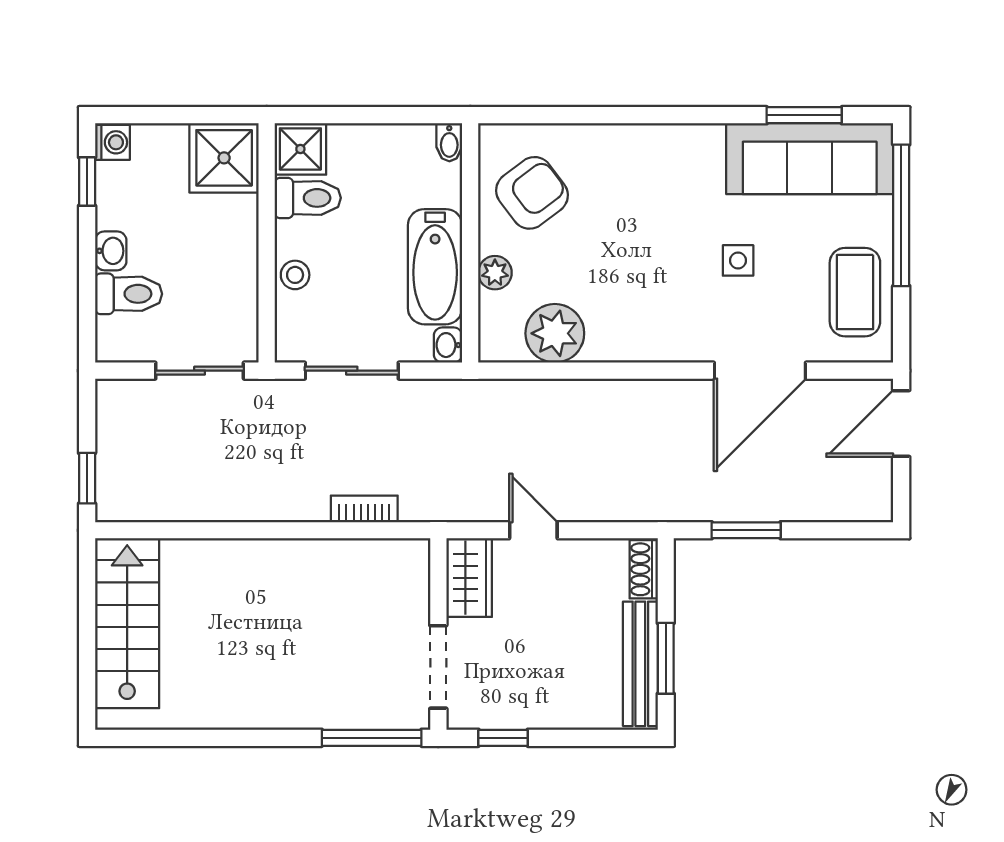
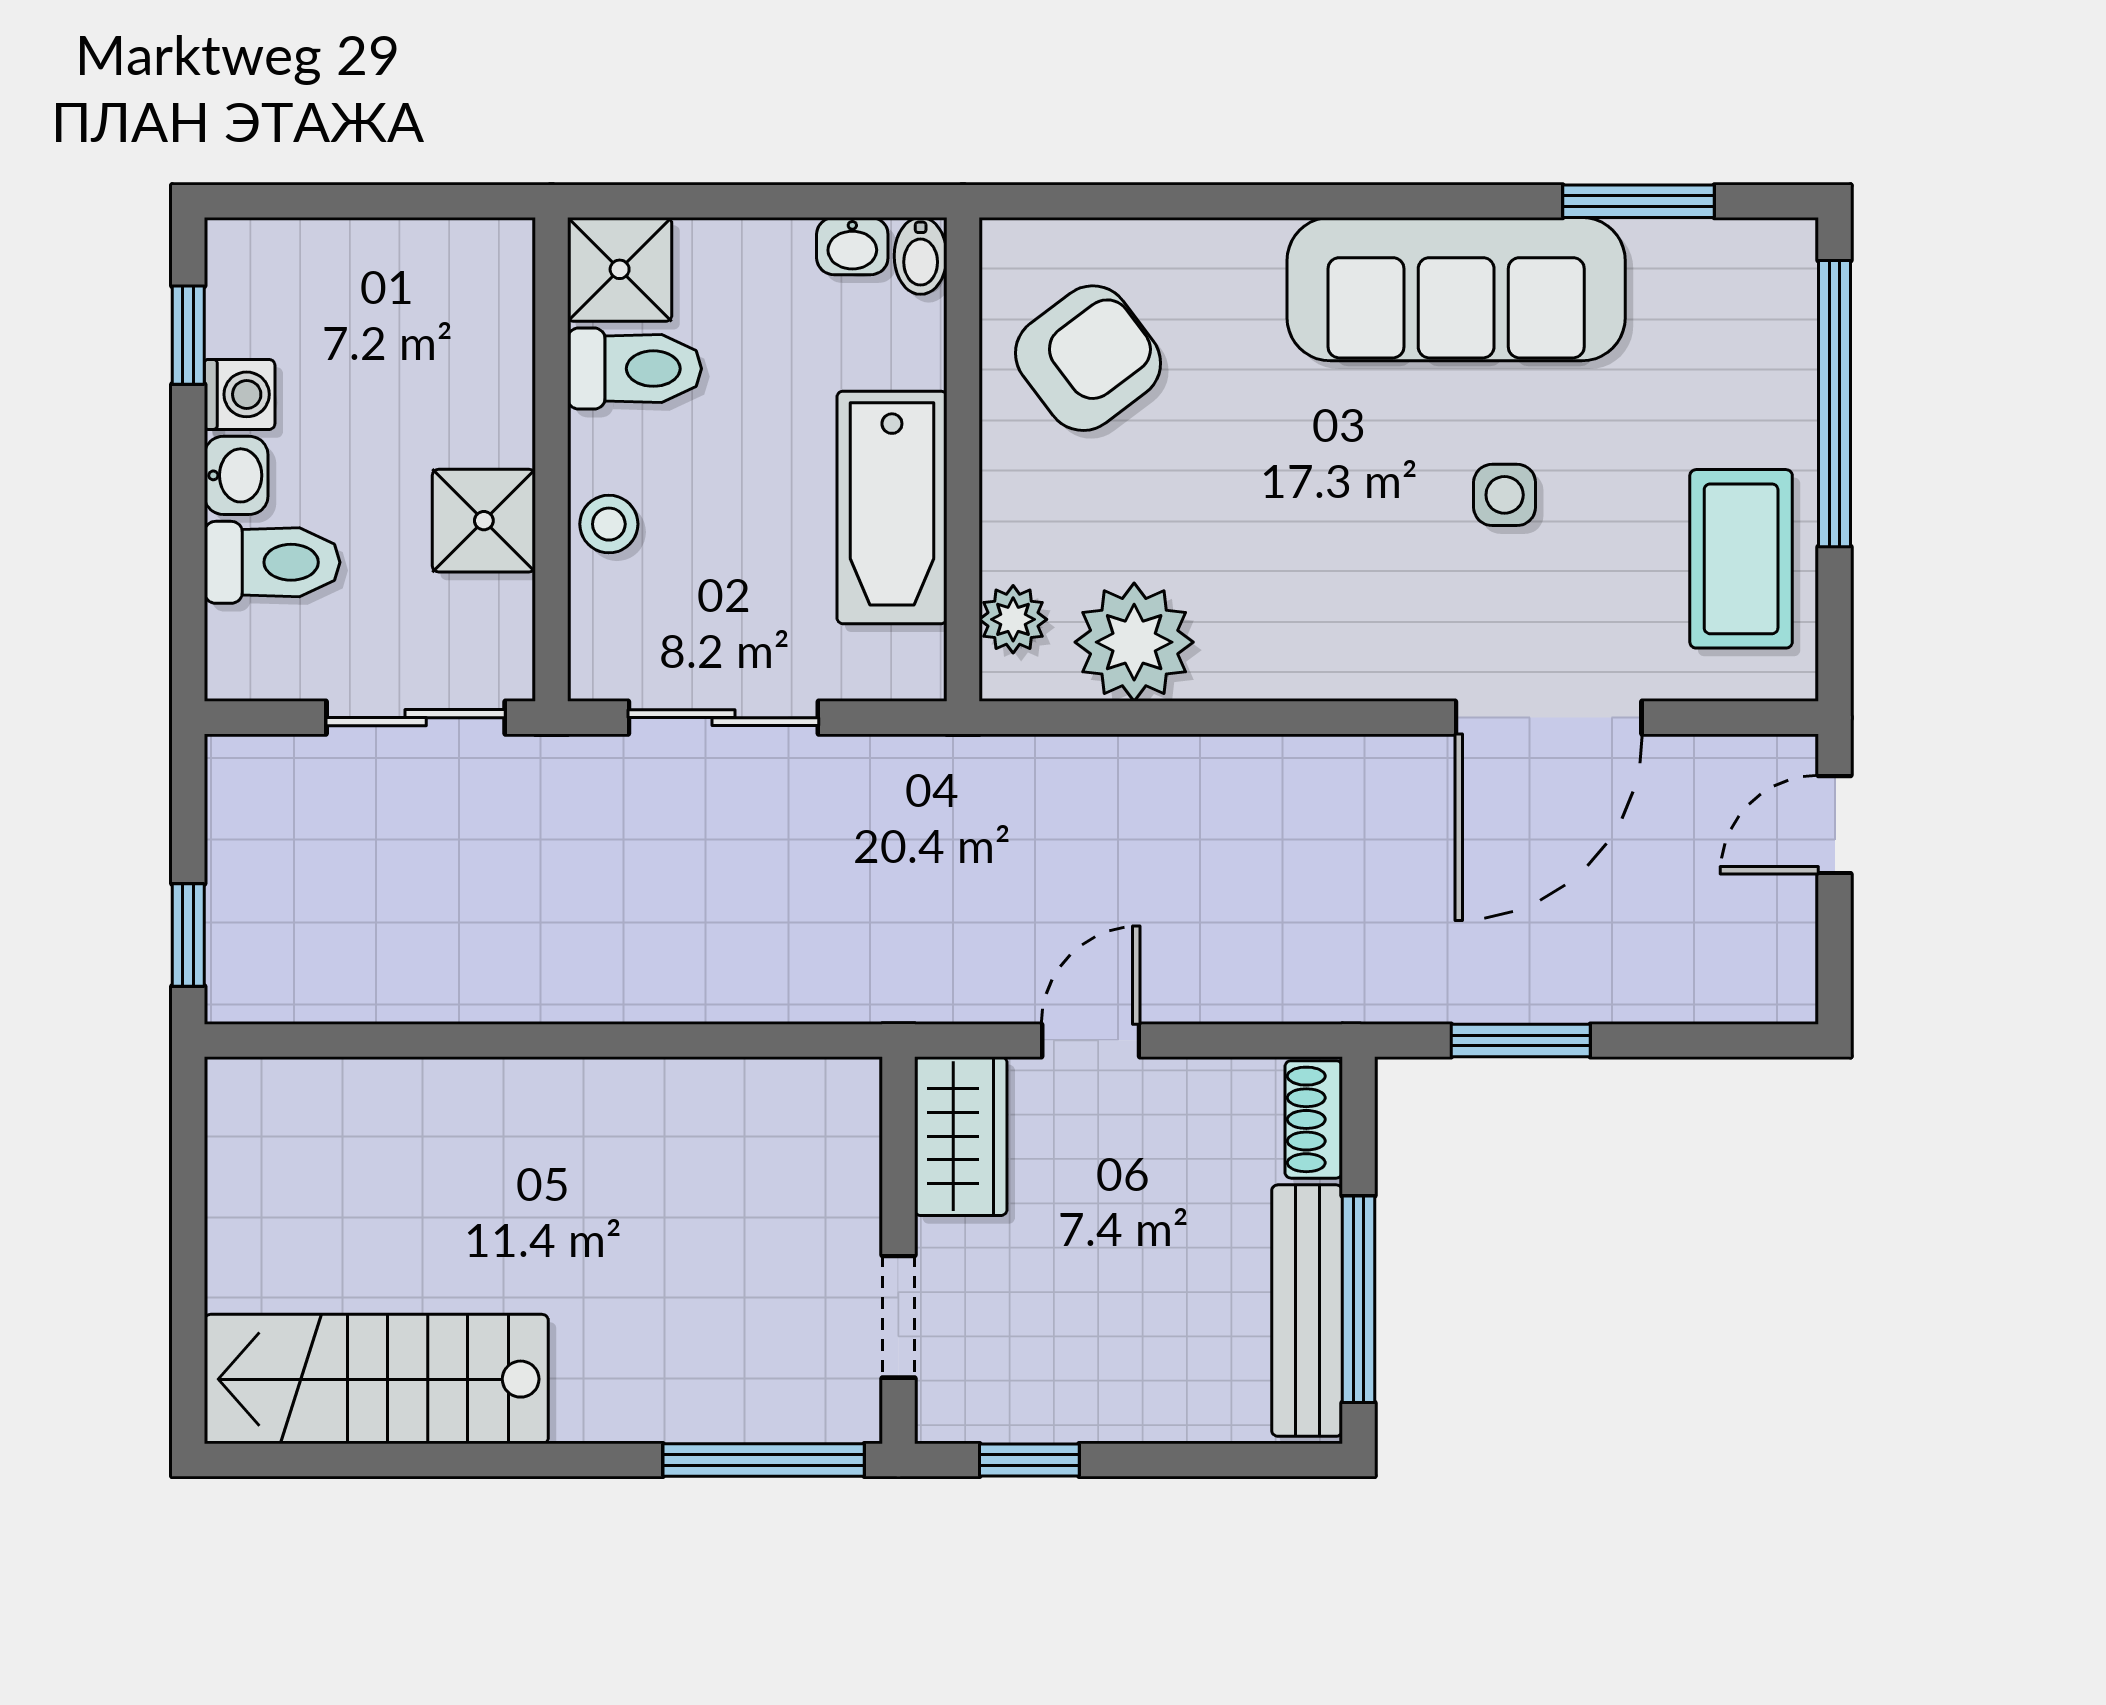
washing machine: (112, 142) -> (240, 394), moved
shower: (224, 158) -> (484, 521), moved, width x0.73, depth x0.73
sofa: (810, 159) -> (1456, 289), moved
plant: (495, 273) -> (1013, 619), moved
washbasin: (448, 345) -> (852, 246), moved, turned -90
door: (901, 424) -> (1835, 825), width x0.73
bookcase: (364, 509) -> (749, 997), removed
door: (533, 530) -> (1091, 1040), hinge flipped
stairs: (127, 623) -> (376, 1379), moved, turned -90
window: (666, 658) -> (1358, 1299), width x1.44
doorway: (438, 667) -> (898, 1317), width x0.73

